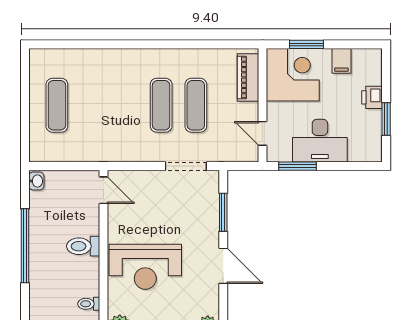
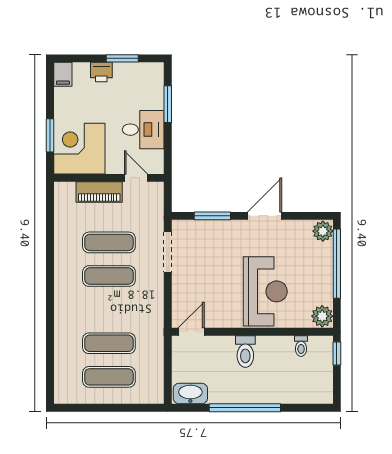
filing cabinet: (341, 61) -> (63, 74), moved, turned 90
piano: (248, 77) -> (99, 192), moved
exercise mat: (92, 105) -> (109, 343), added
door: (262, 133) -> (136, 178), swing flipped
desk: (320, 141) -> (143, 130), width x0.73
window: (298, 166) -> (168, 104), moved
washbasin: (36, 181) -> (190, 394), width x1.91, depth x1.45

